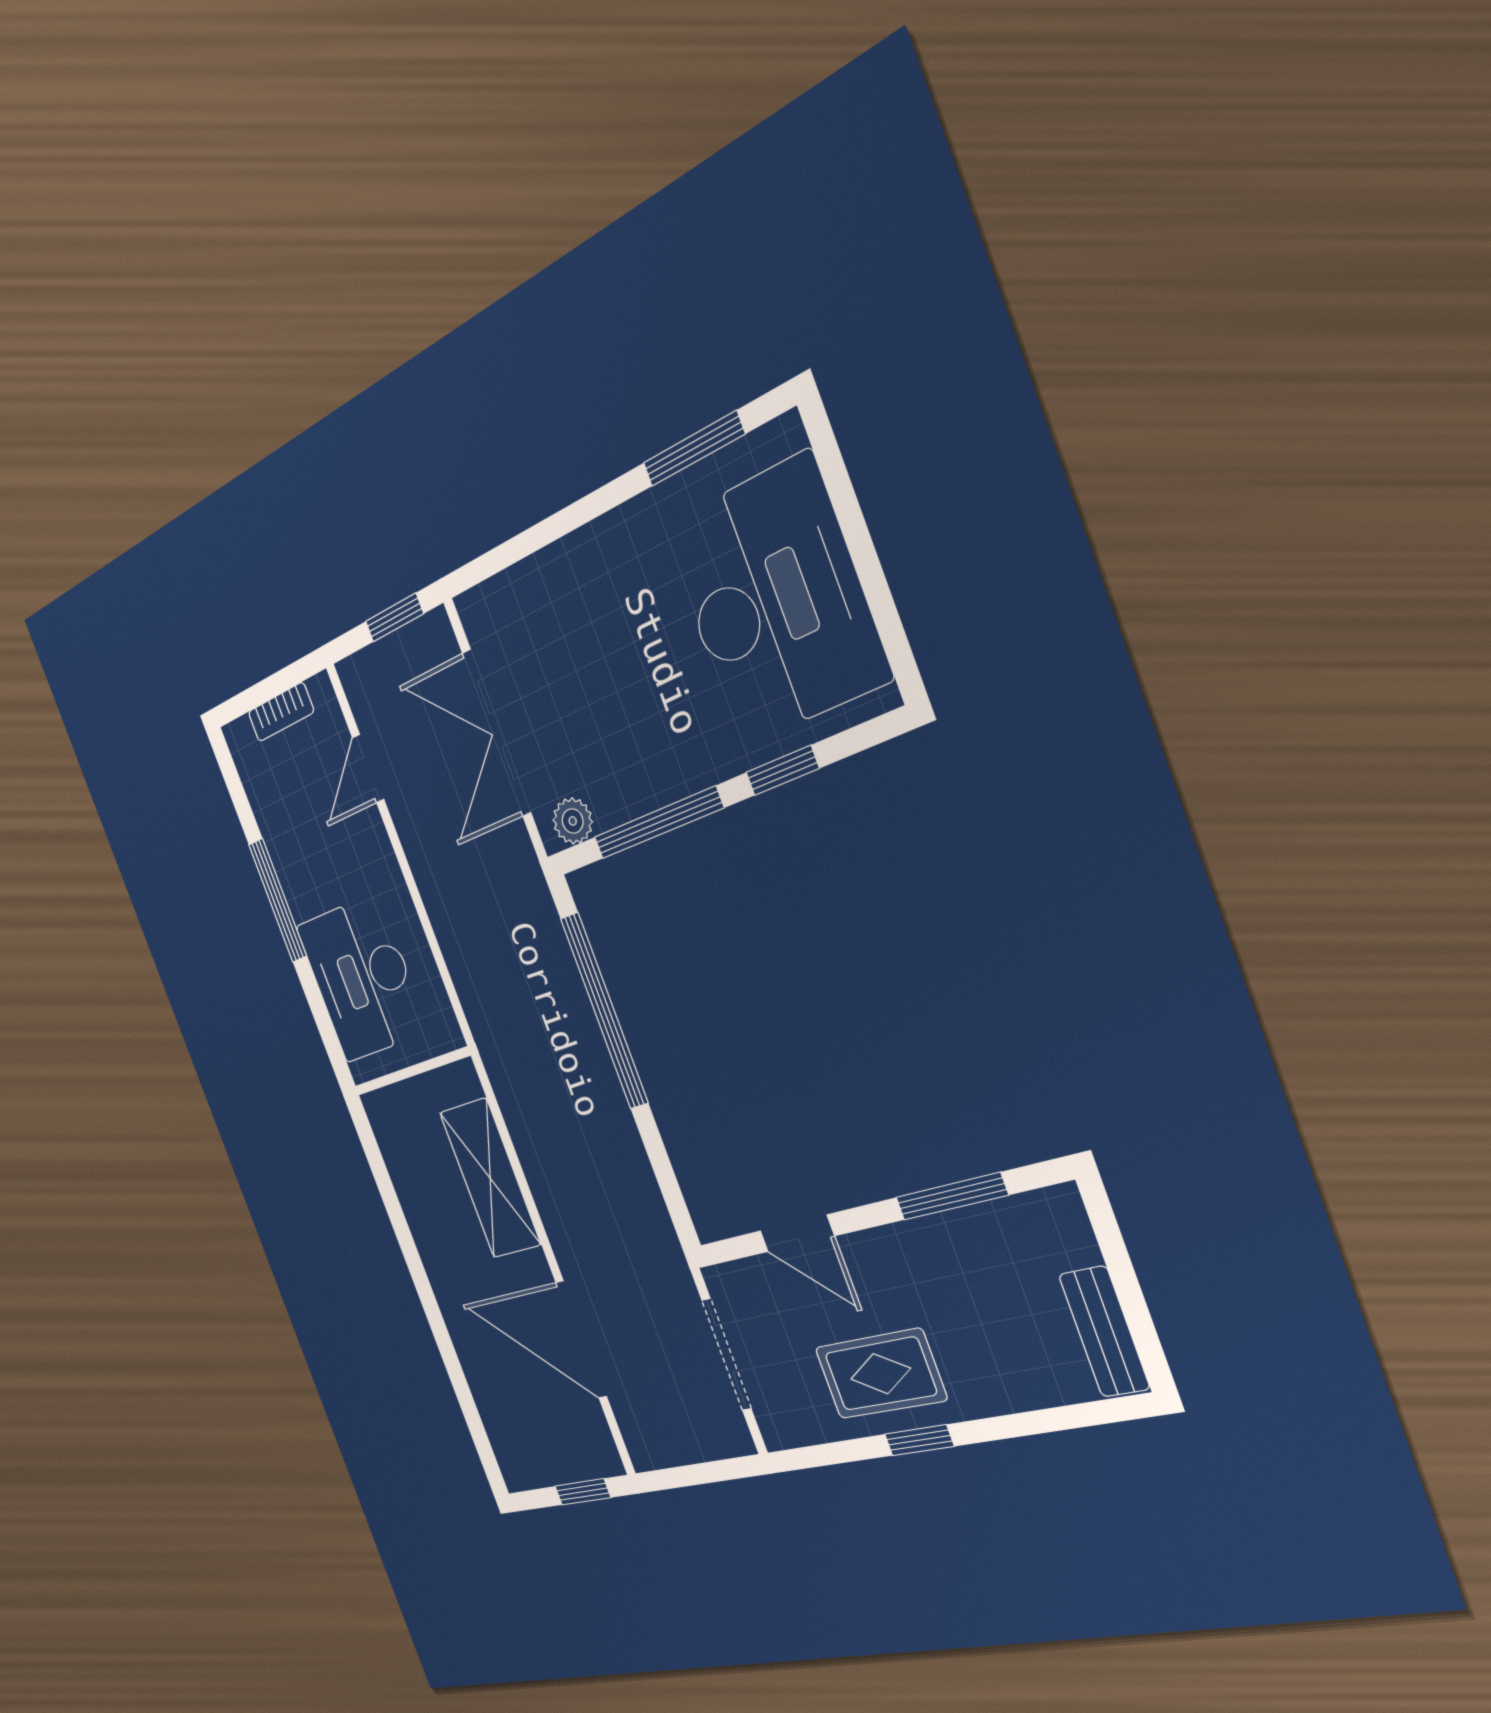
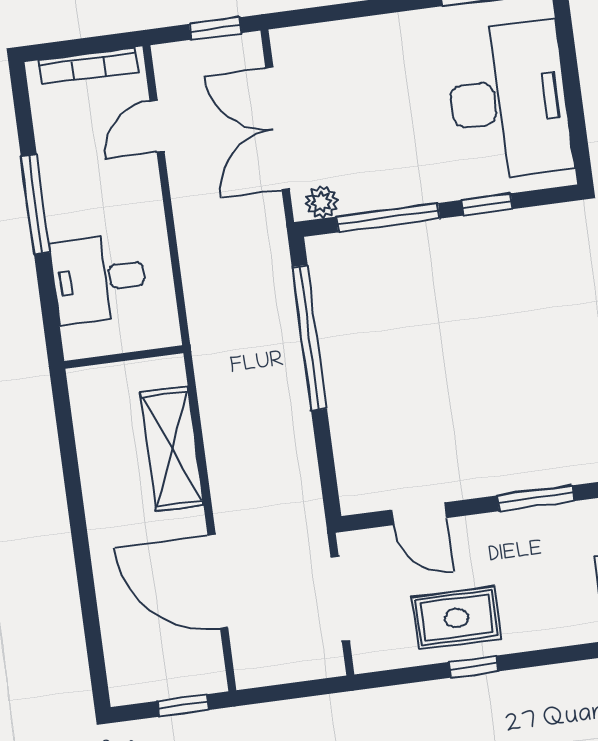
bookcase: (281, 712) -> (89, 66), width x1.56
desk: (362, 978) -> (99, 279), width x0.73

